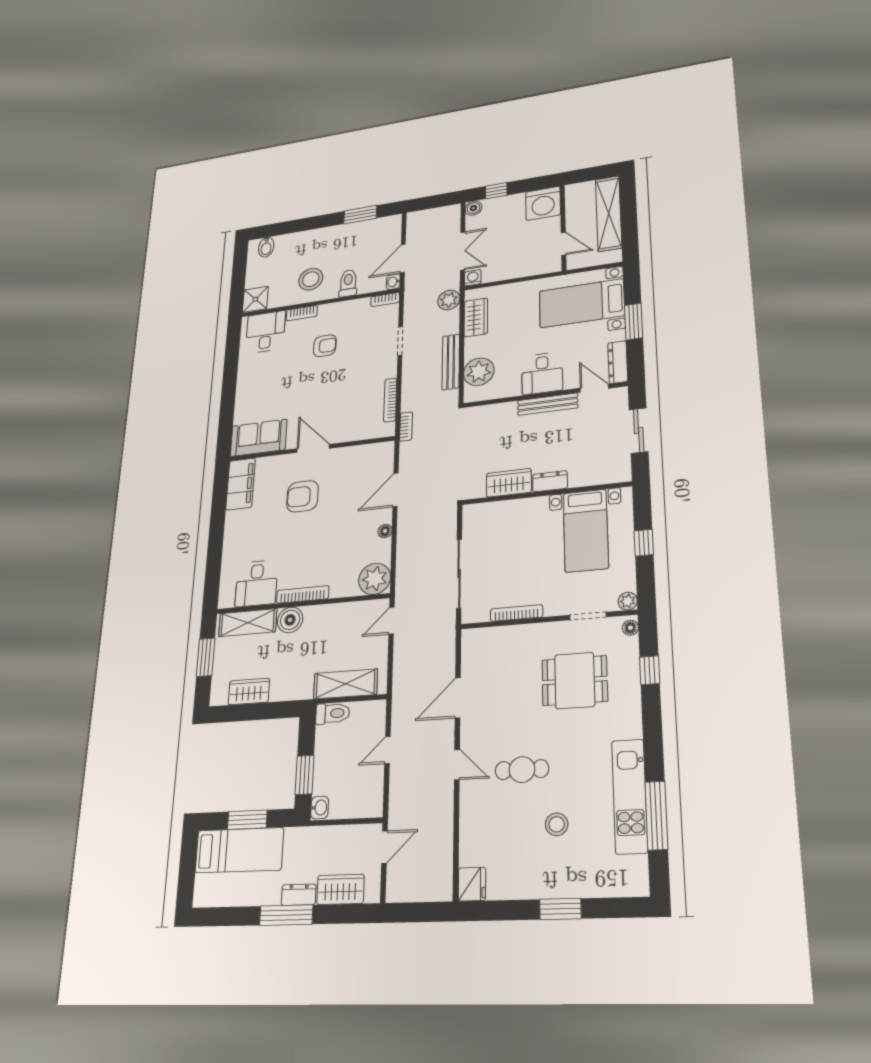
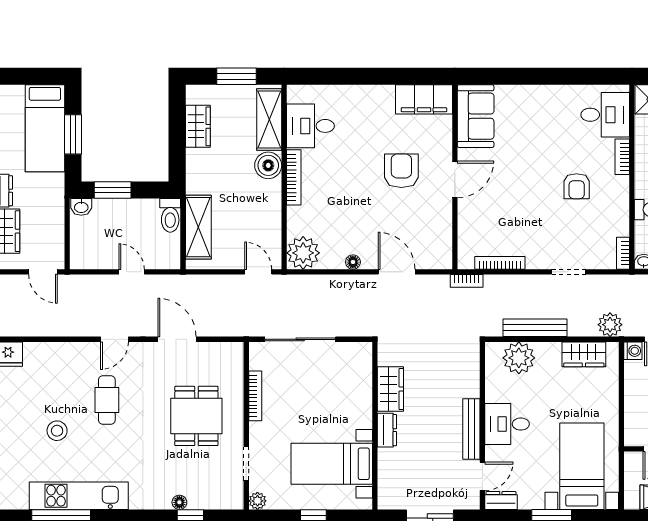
dresser: (618, 362) -> (501, 501), width x0.70
floor lamp: (630, 628) -> (179, 502), moved
dining table: (575, 681) -> (196, 416), moved

